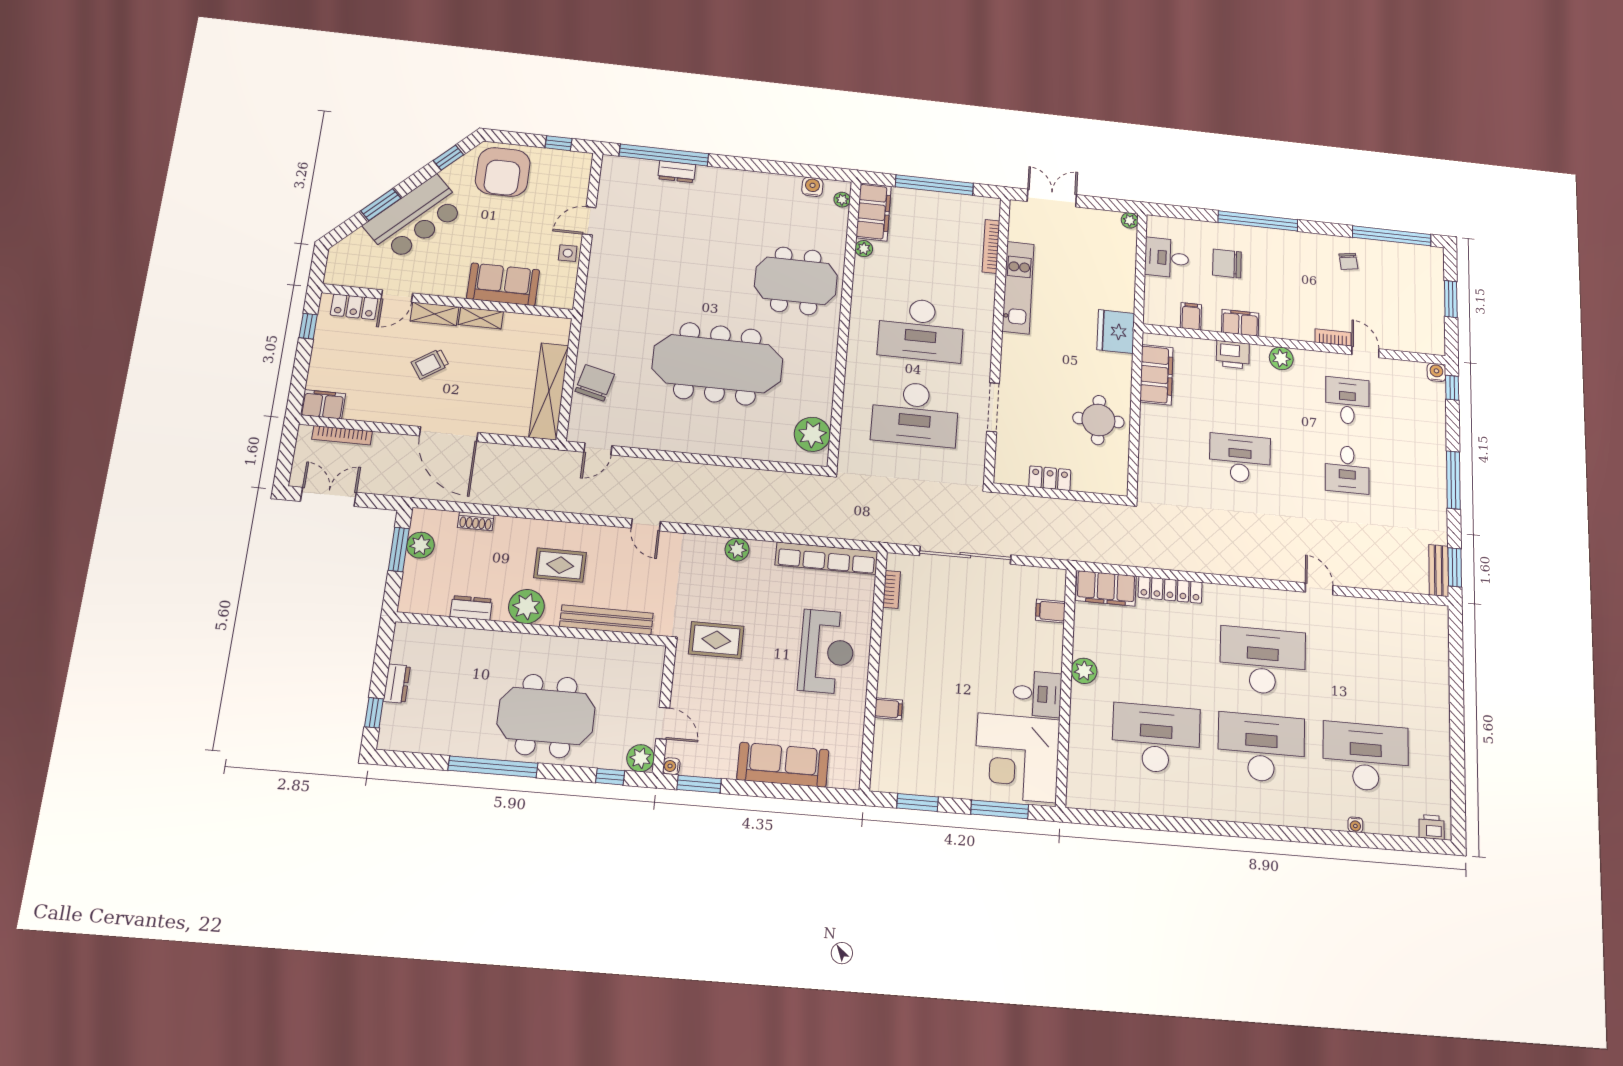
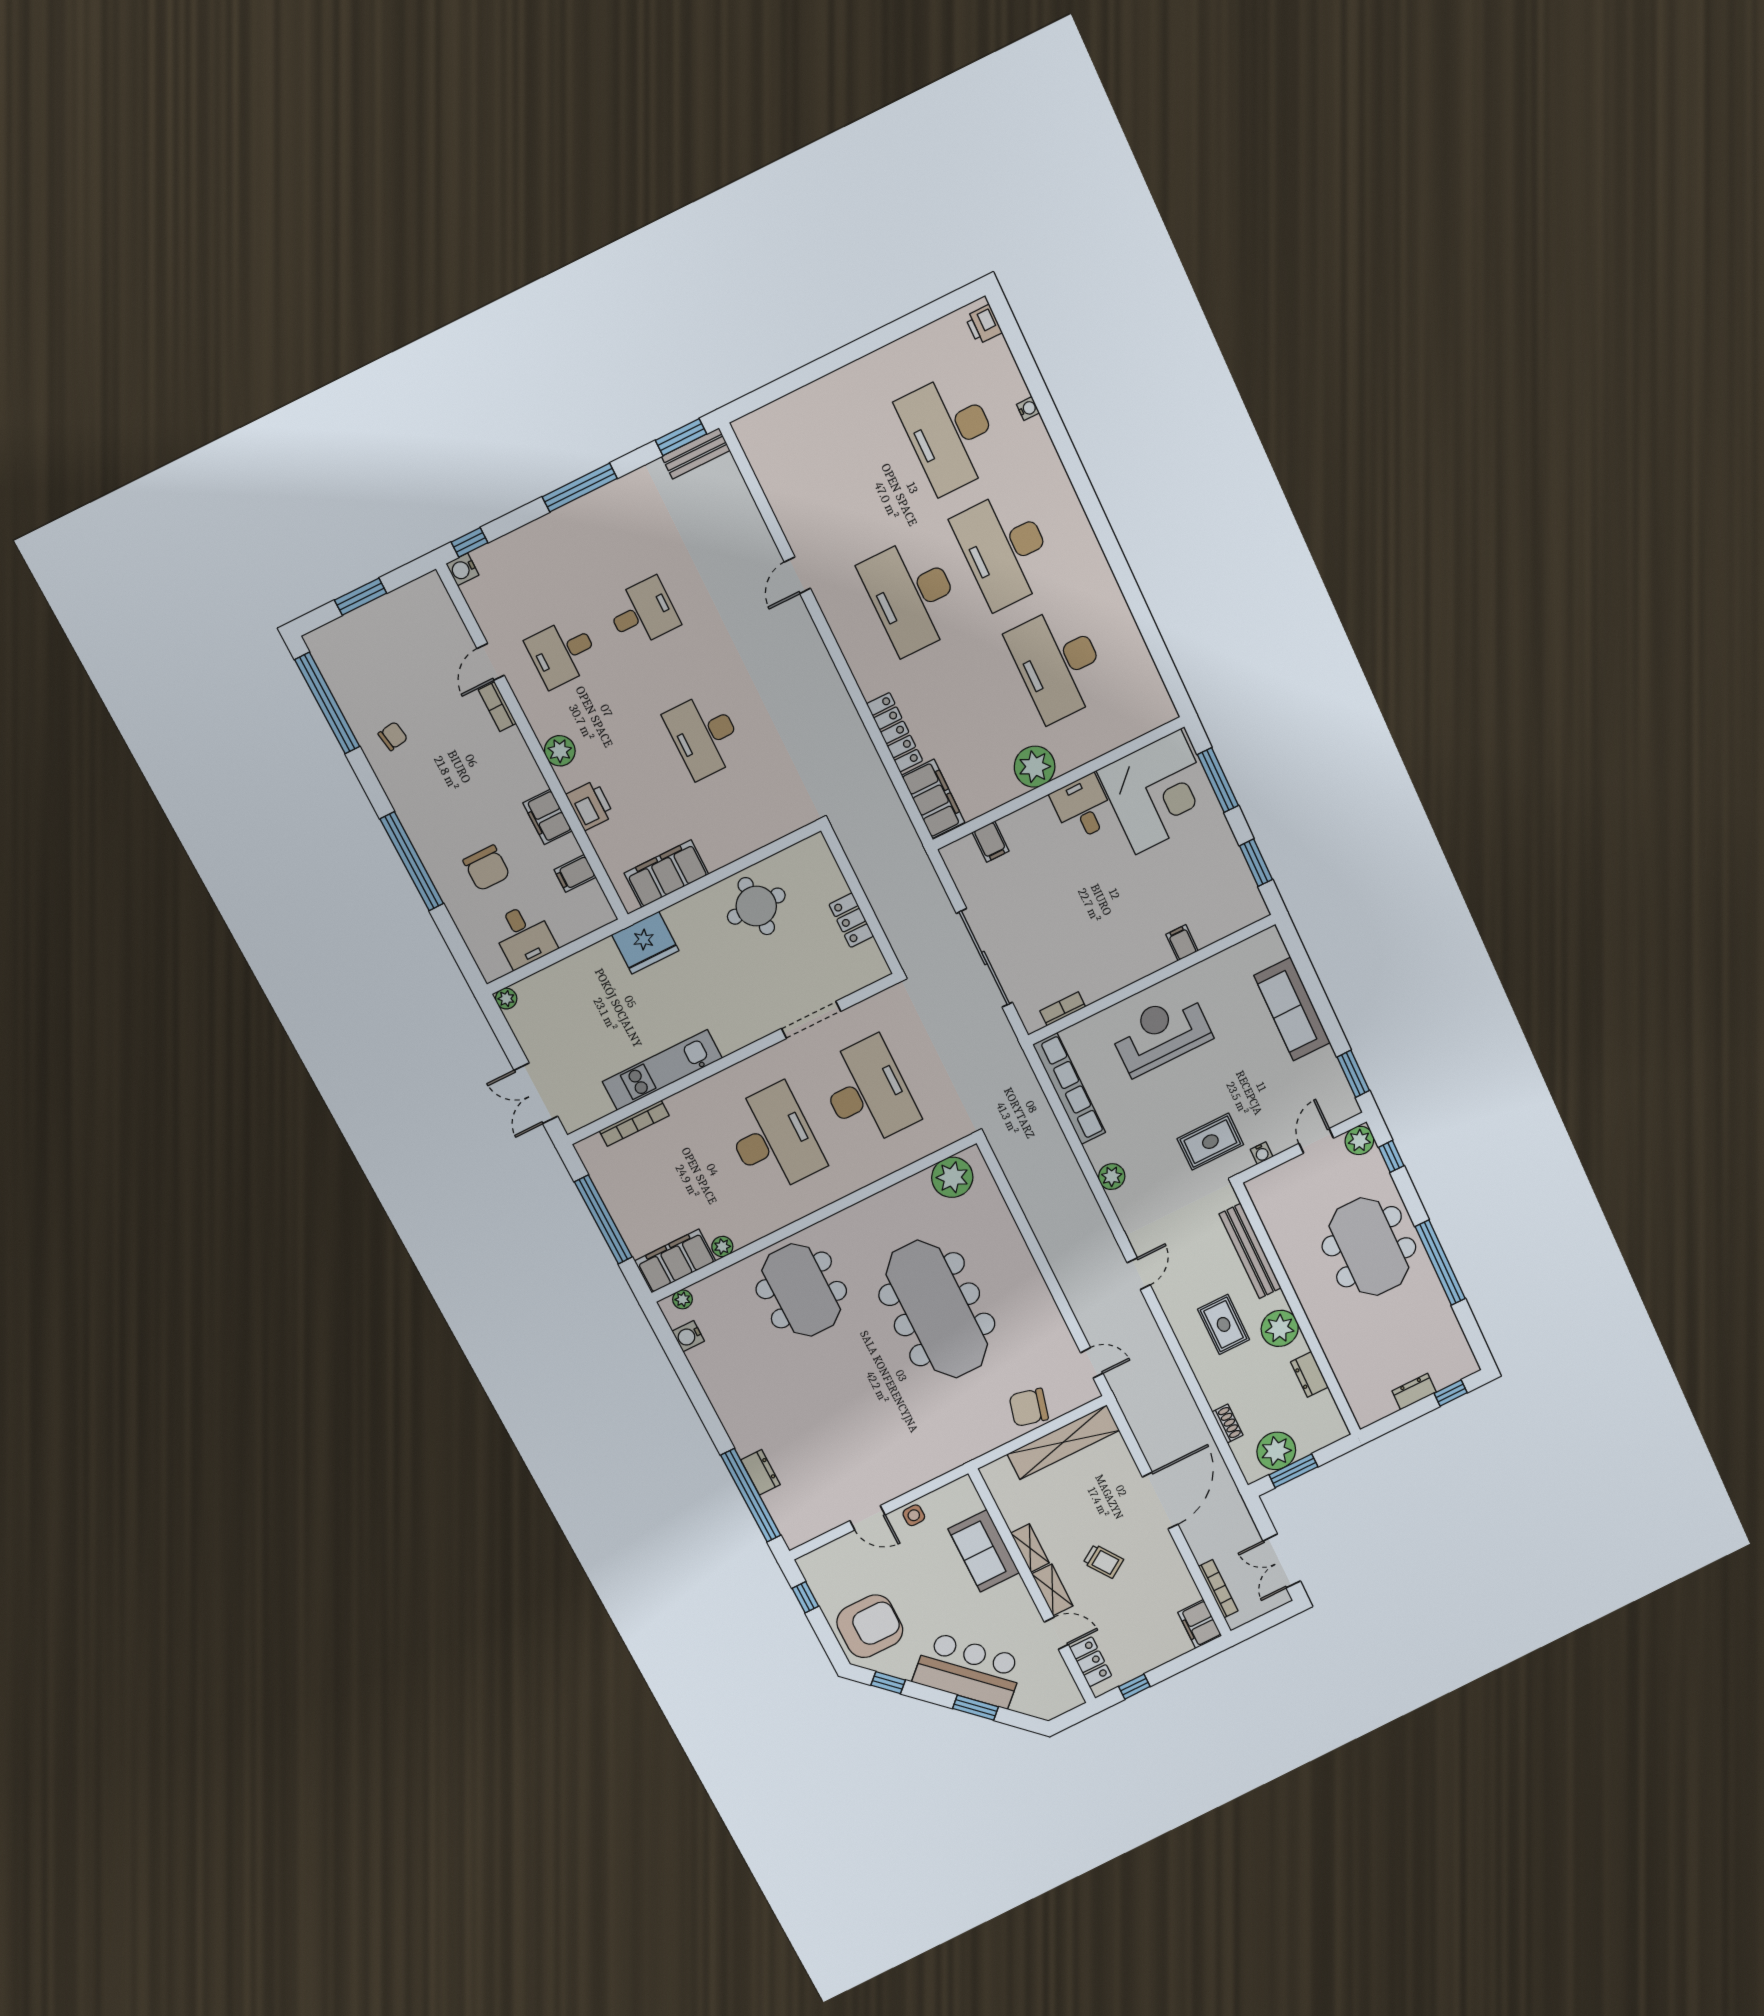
plant: (420, 545) -> (1276, 1451), width x1.36, depth x1.36
rug: (716, 640) -> (1210, 1142), turned 90
plant: (1084, 671) -> (1035, 767), width x1.36, depth x1.36
water cooler: (671, 766) -> (1262, 1153), moved

